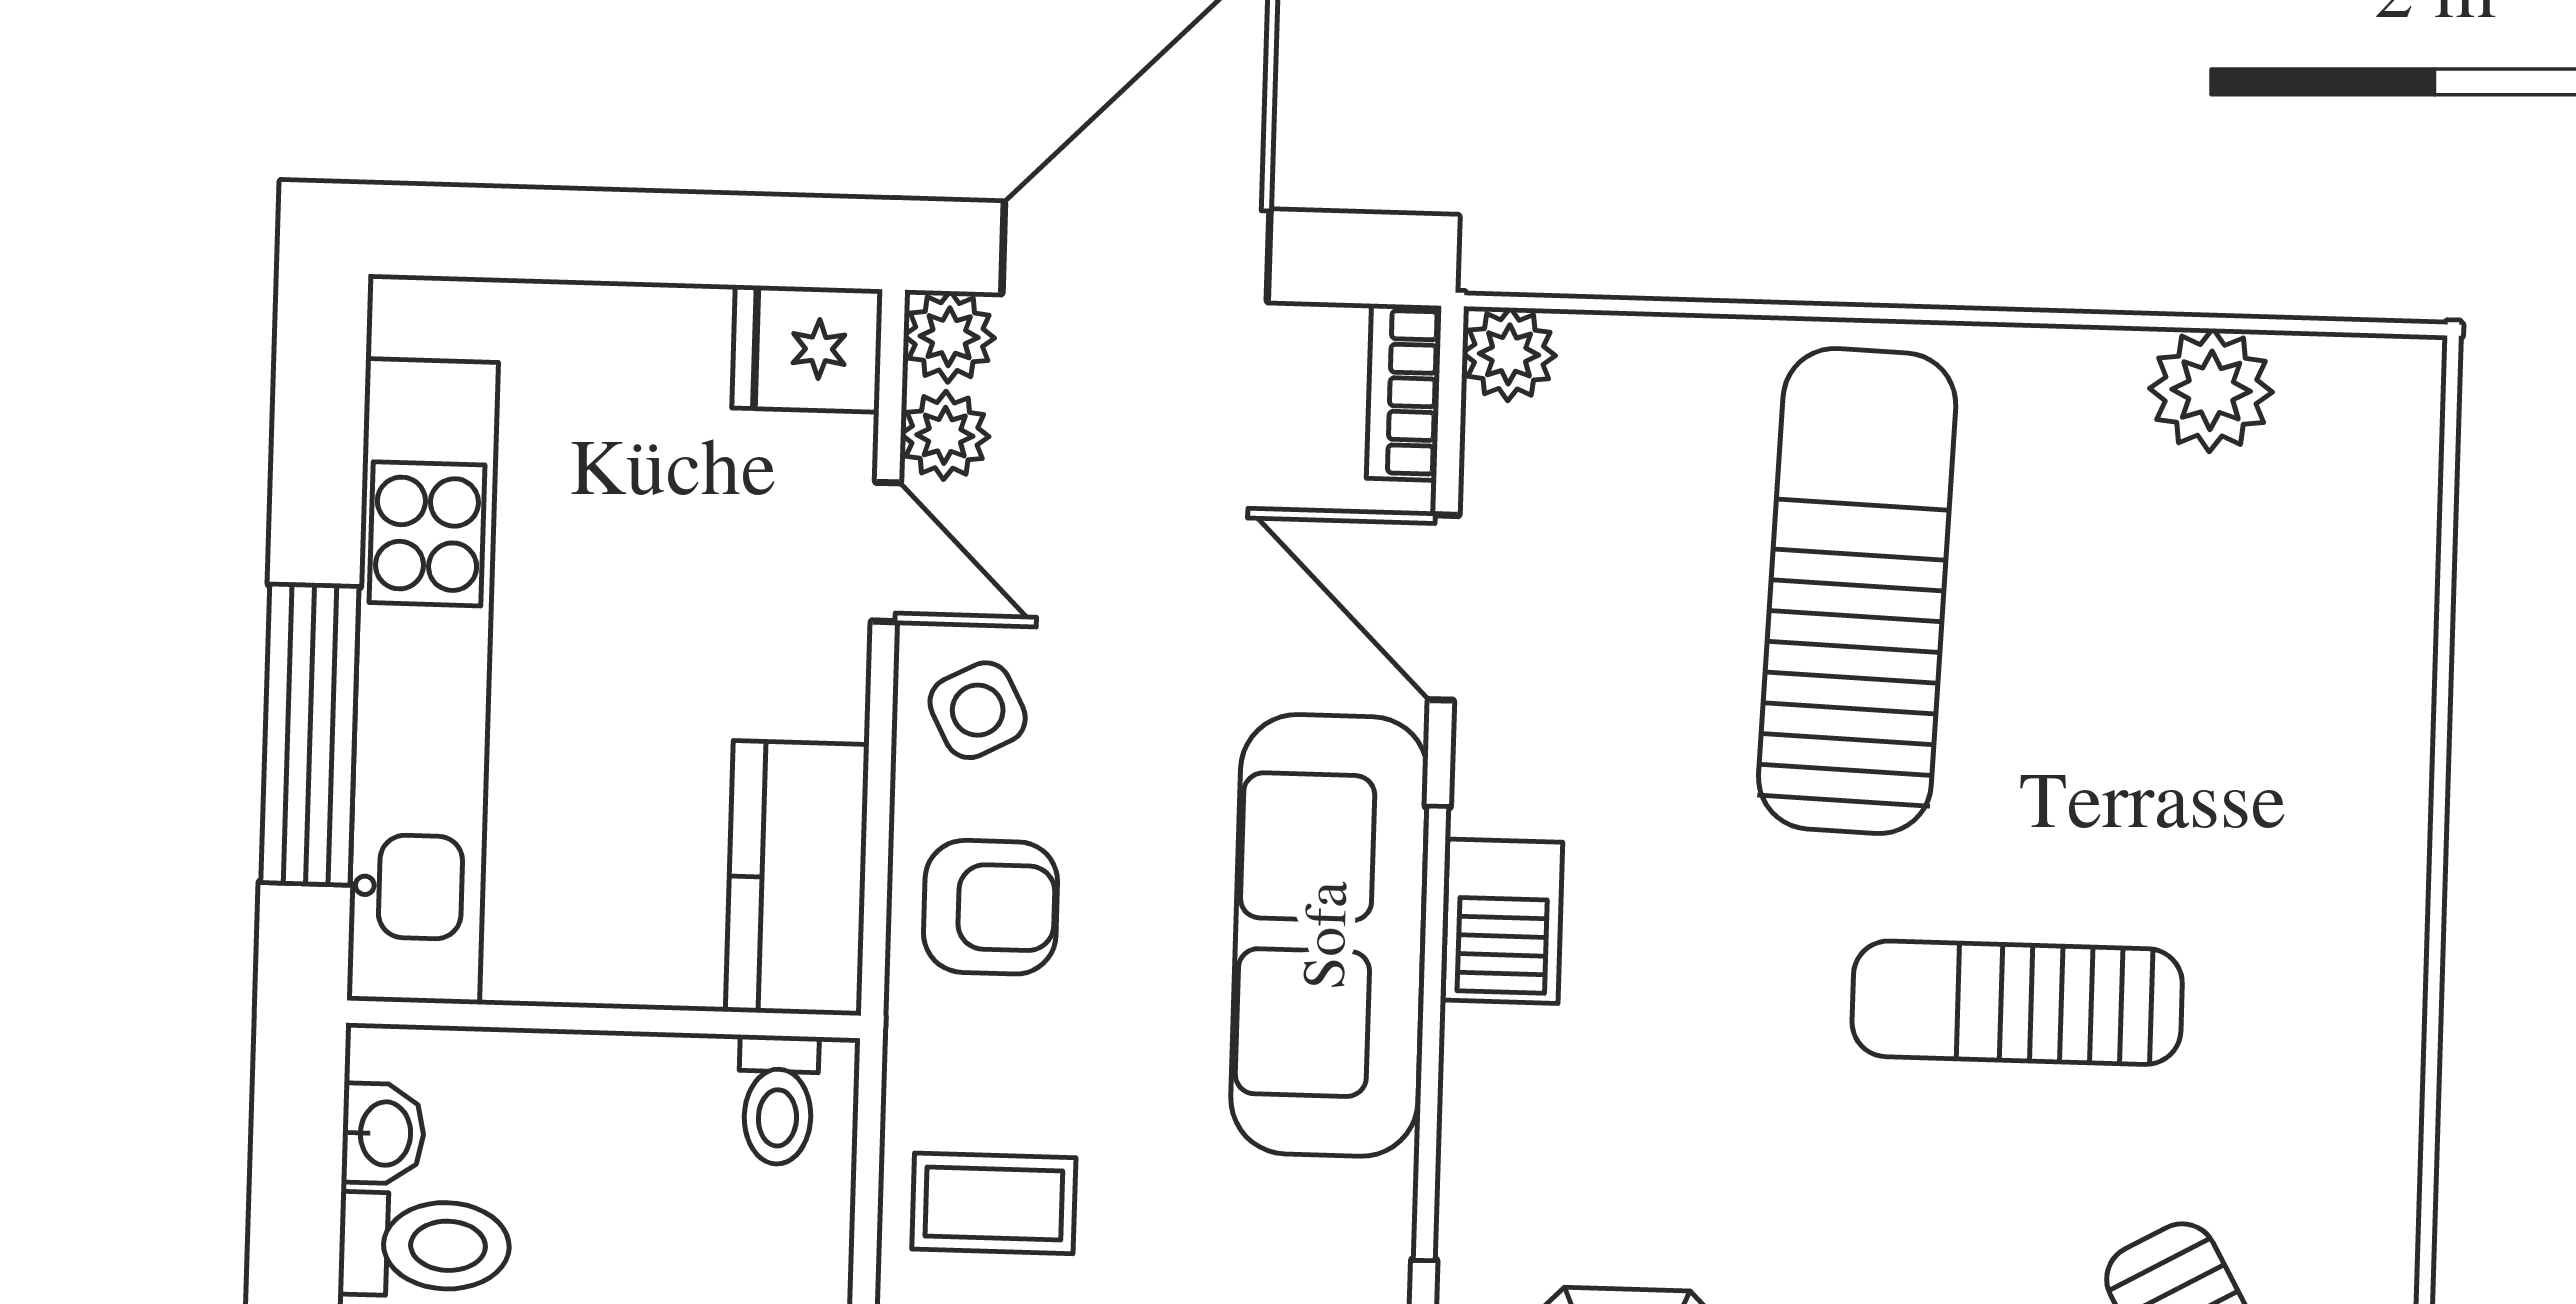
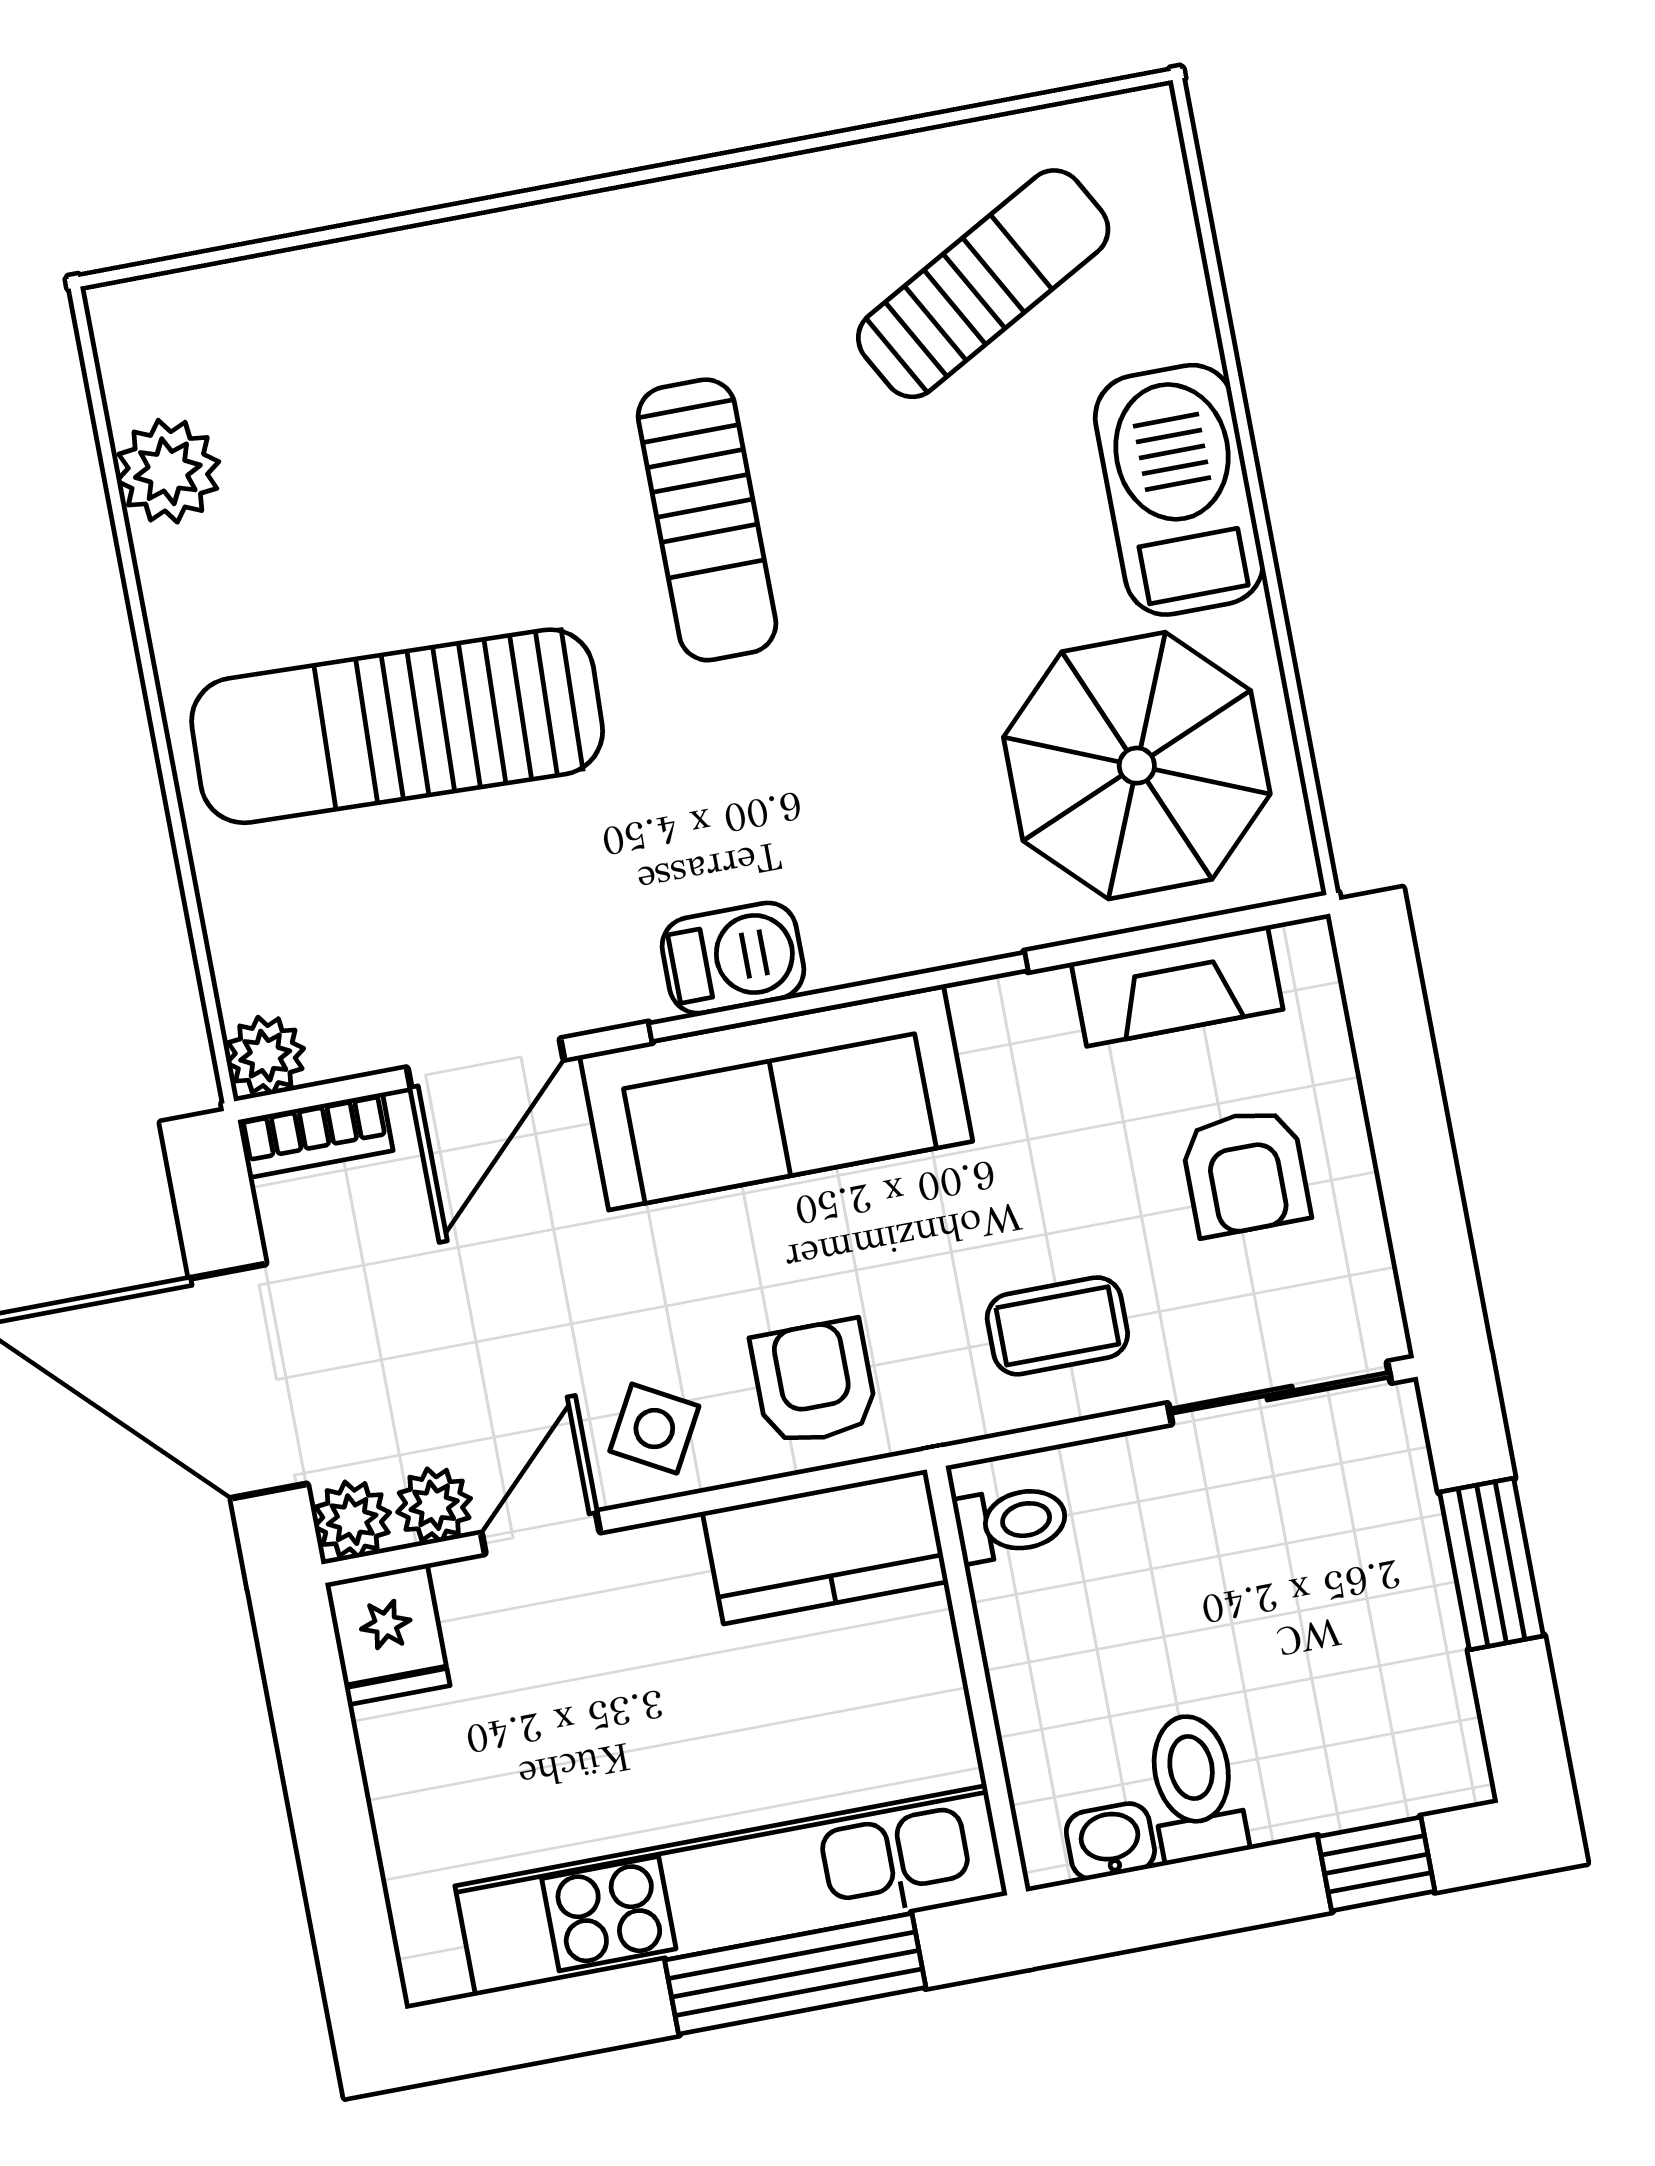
side table: (978, 710) -> (654, 1429), turned -34
coffee table: (994, 1203) -> (1057, 1326), turned 90

